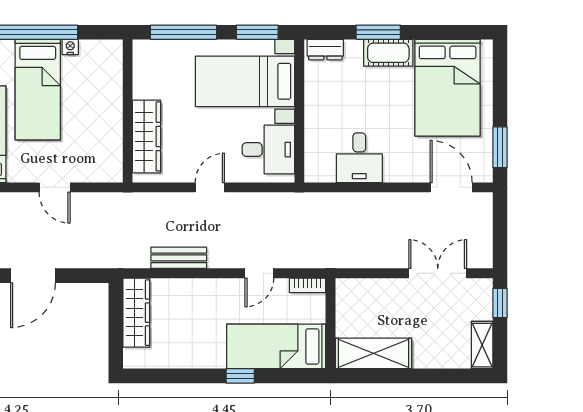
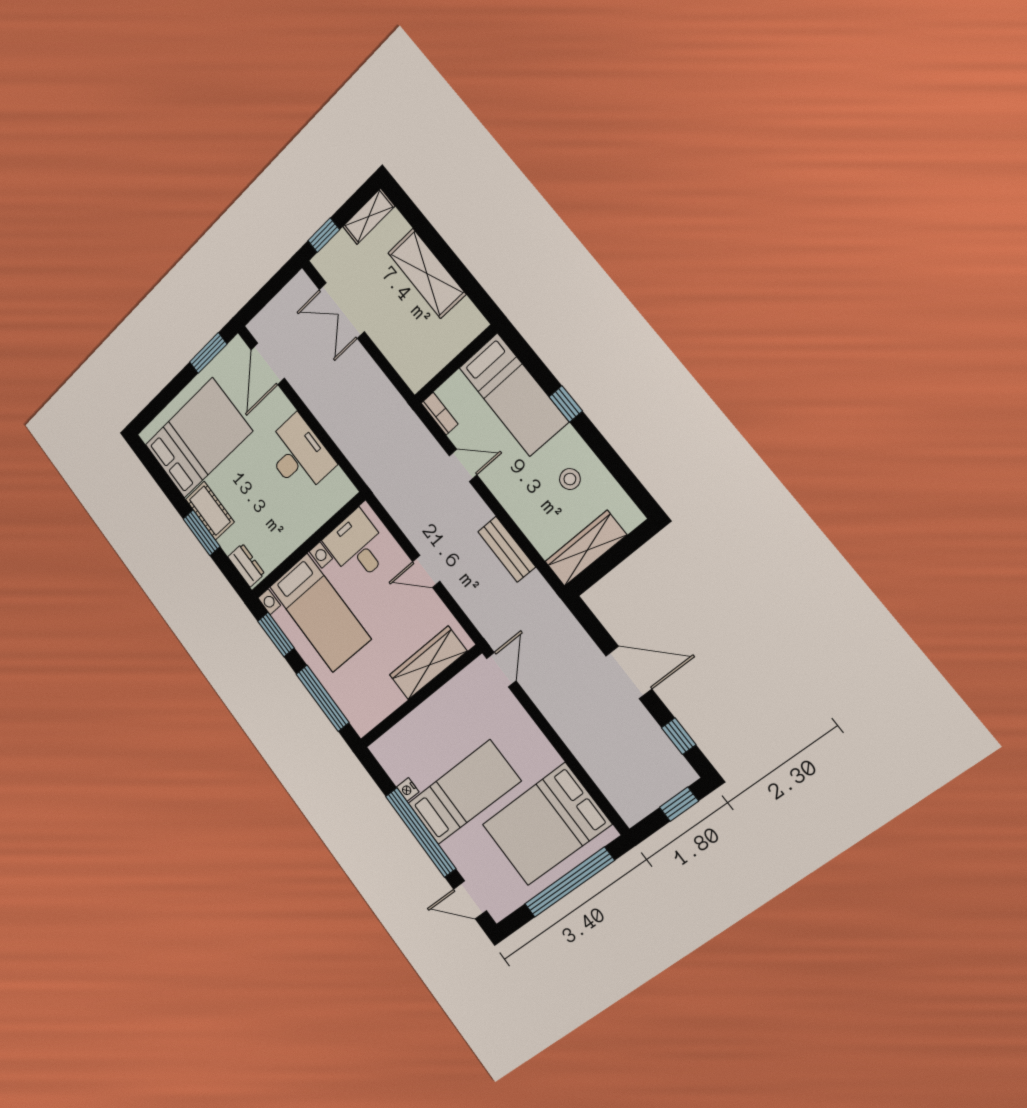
desk: (359, 158) -> (299, 455), width x1.37
door: (55, 187) -> (501, 670), moved
stool: (190, 339) -> (570, 479), added
shelving: (373, 353) -> (427, 273), moved

